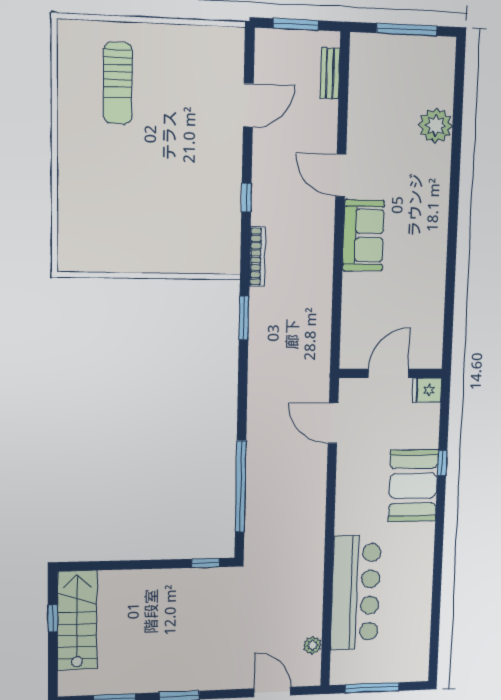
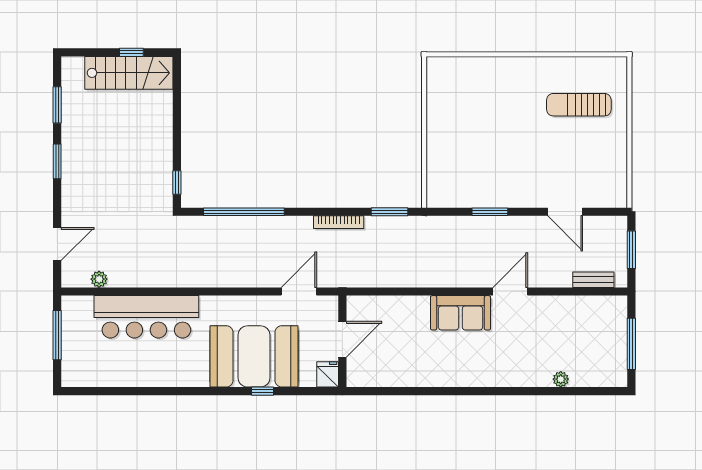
plant: (436, 126) -> (561, 379), width x0.53, depth x0.53
window: (246, 198) -> (490, 212), width x1.50
bookcase: (257, 257) -> (339, 222), moved
door: (389, 373) -> (342, 339), hinge flipped
booth: (413, 486) -> (254, 356), width x1.36, depth x1.42

